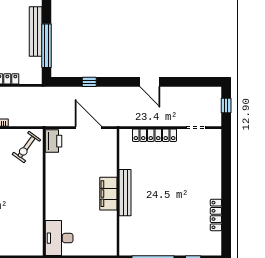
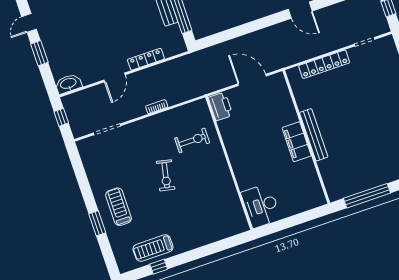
window: (89, 82) -> (237, 32), removed
exercise bike: (26, 147) -> (192, 140), moved, turned -126

